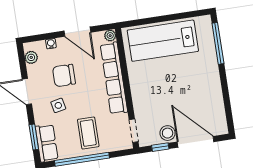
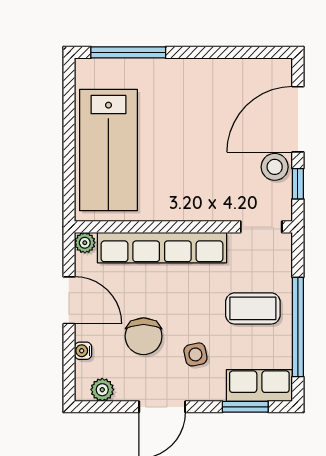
door: (77, 32) -> (69, 300), hinge flipped

